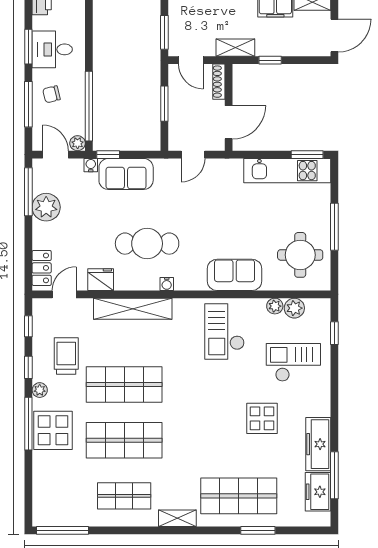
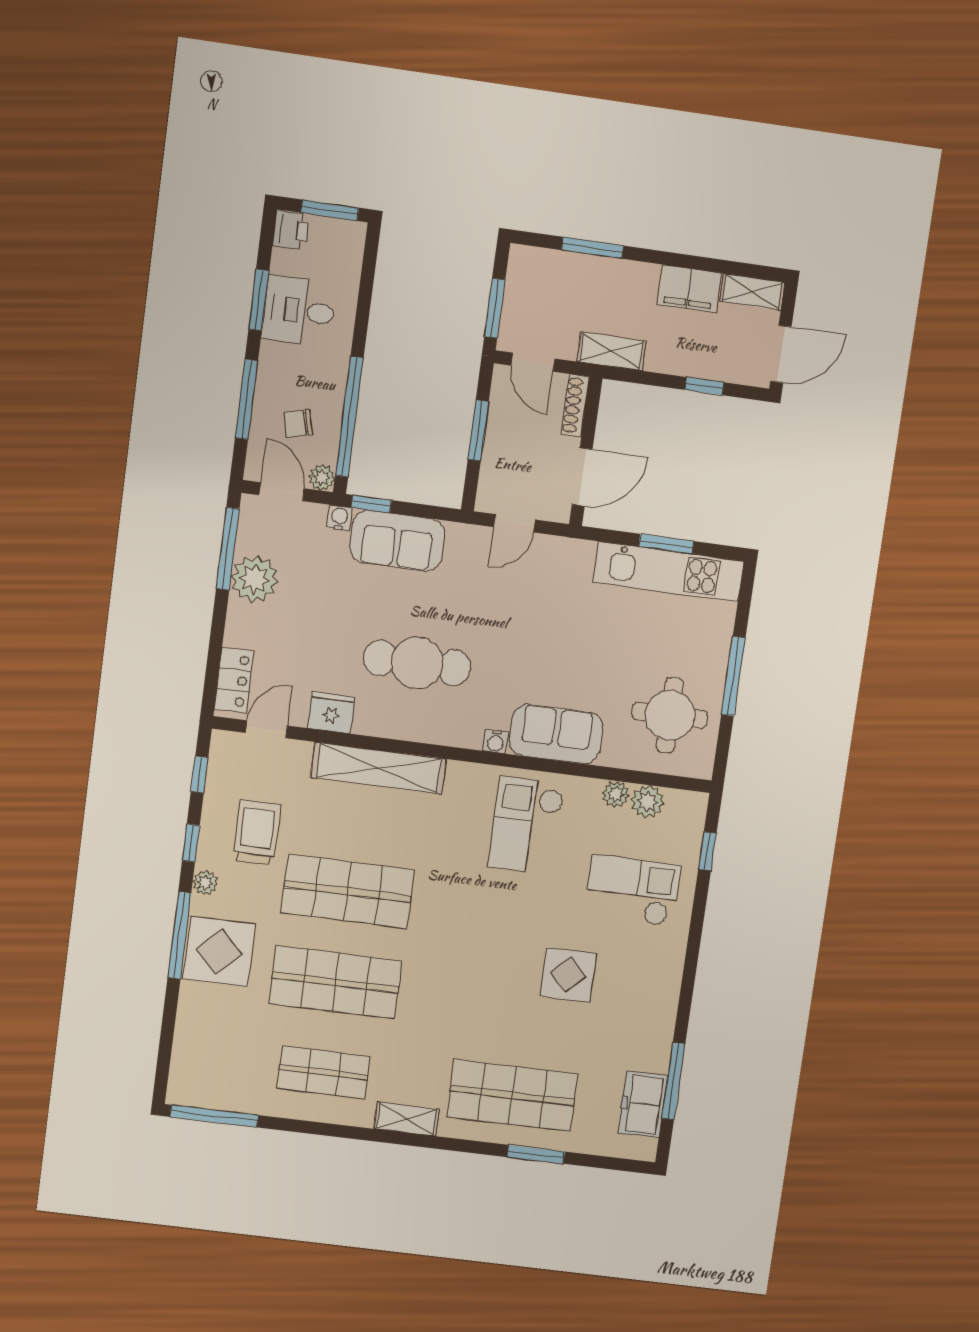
window: (270, 60) -> (704, 386), moved
chair: (51, 94) -> (298, 423), moved
window: (307, 155) -> (666, 544), moved
water cooler: (167, 284) -> (495, 741), moved
freezer: (318, 444) -> (654, 1028), removed

